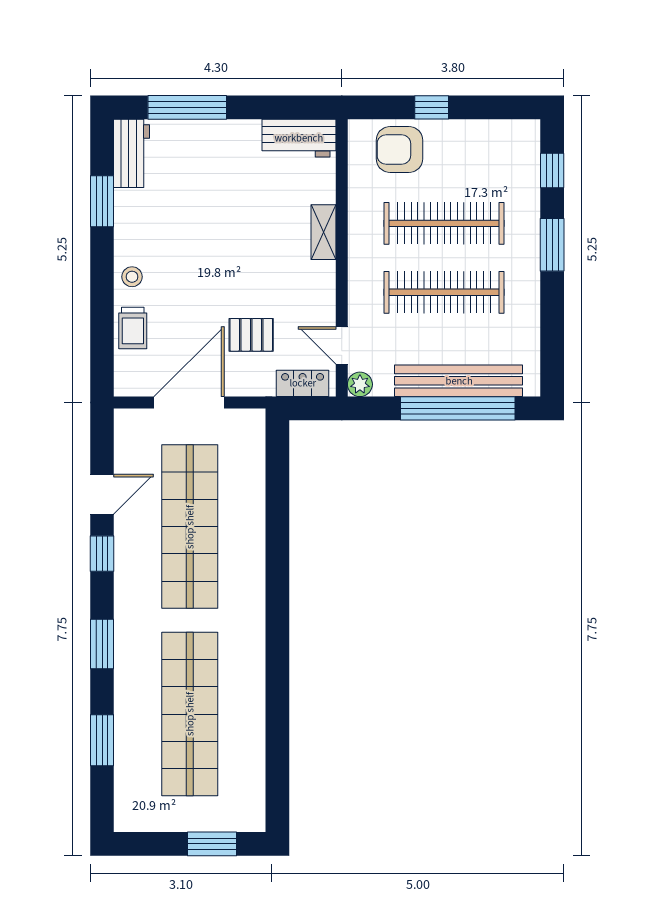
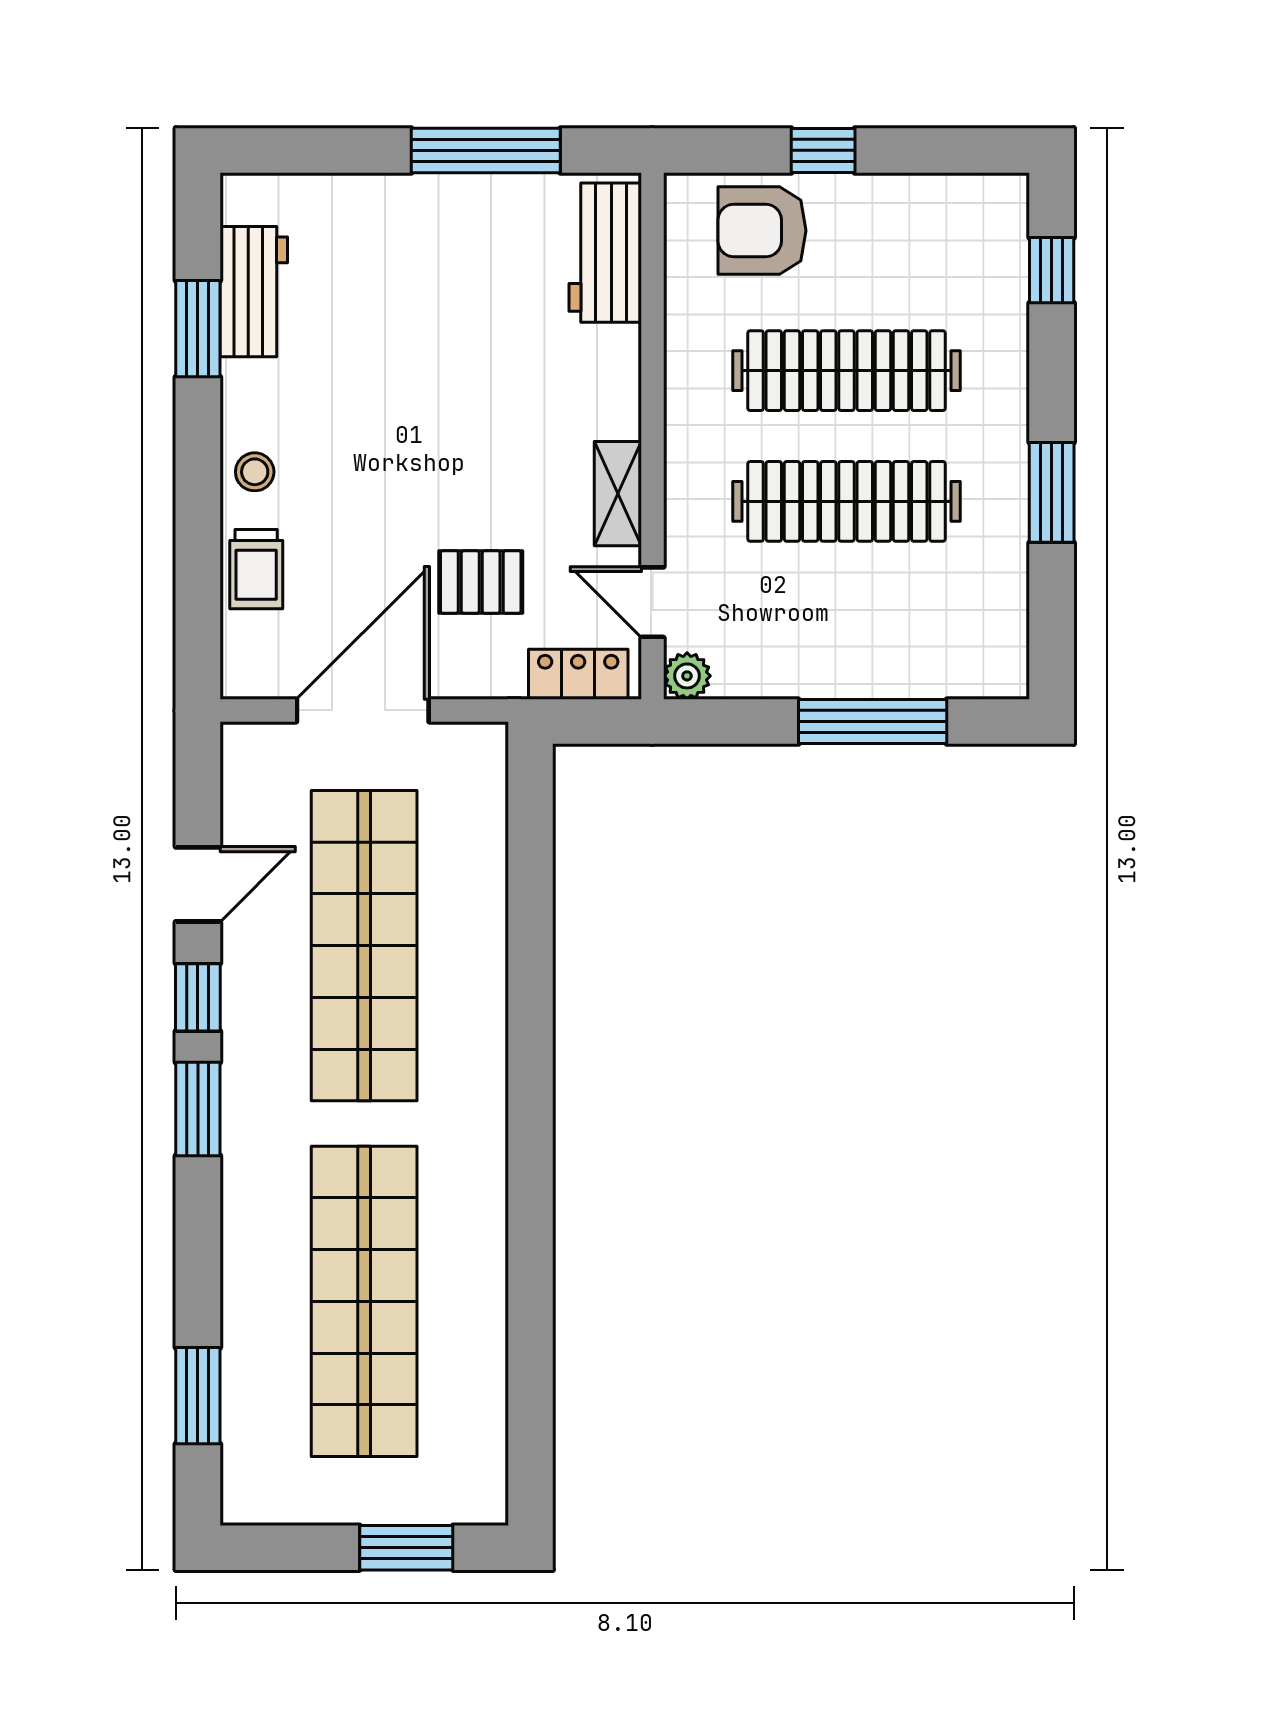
window: (187, 107) -> (486, 150), moved
workbench: (299, 138) -> (605, 253), moved, turned 90
workbench: (132, 153) -> (254, 292), moved
shelving: (323, 232) -> (618, 494), moved
window: (552, 245) -> (1052, 492), moved
bench: (459, 381) -> (874, 669), removed
window: (458, 408) -> (873, 722), width x0.68
window: (102, 644) -> (198, 1109), moved
window: (102, 740) -> (198, 1396), moved

